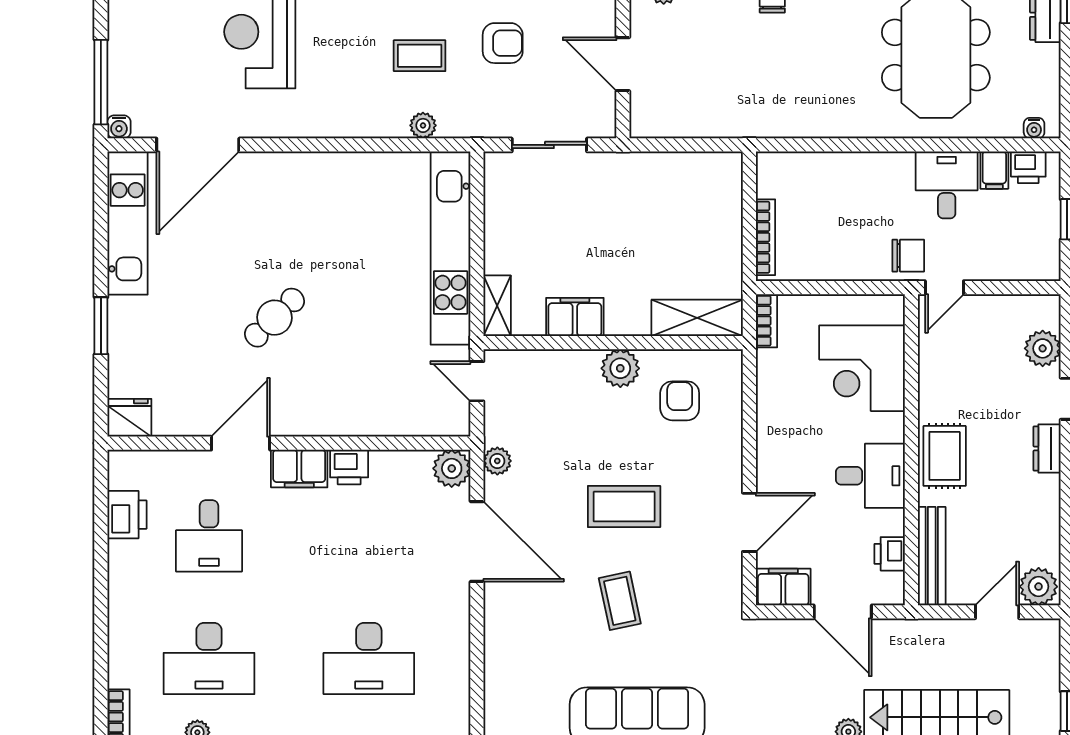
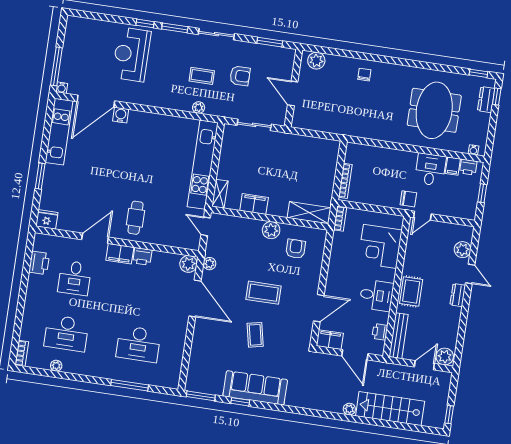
water cooler: (256, 167) -> (121, 115), added
cafe table: (274, 318) -> (136, 218), moved, turned -46

